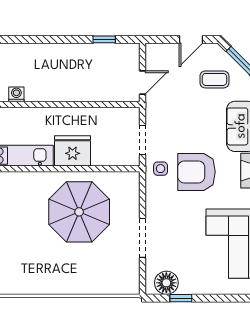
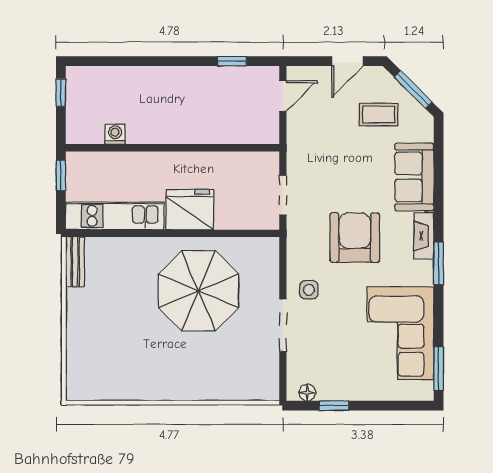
door: (143, 82) -> (283, 96), moved
side table: (161, 169) -> (309, 290), moved
armchair: (196, 172) -> (355, 238), turned 90
floor lamp: (166, 283) -> (307, 393), width x0.53, depth x0.53

